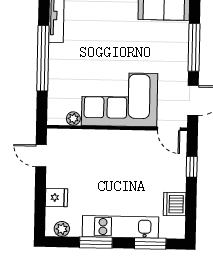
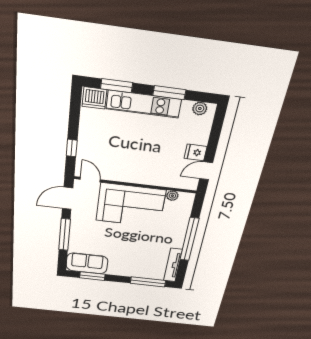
door: (41, 156) -> (206, 171), swing flipped
fridge: (57, 197) -> (196, 152), moved
dishwasher: (175, 204) -> (94, 98), moved, turned 90

